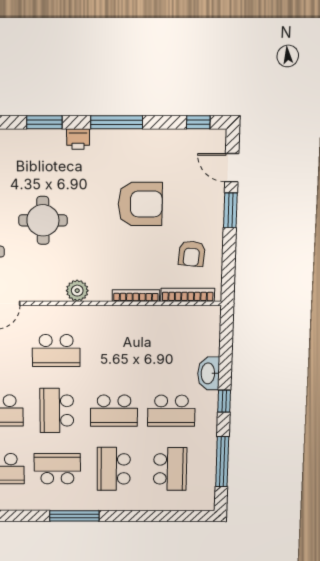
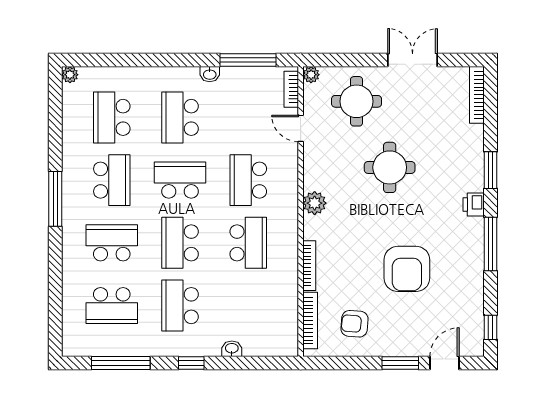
school desk: (114, 351) -> (248, 243), added
washbasin: (209, 373) -> (232, 349), width x0.52, depth x0.69

